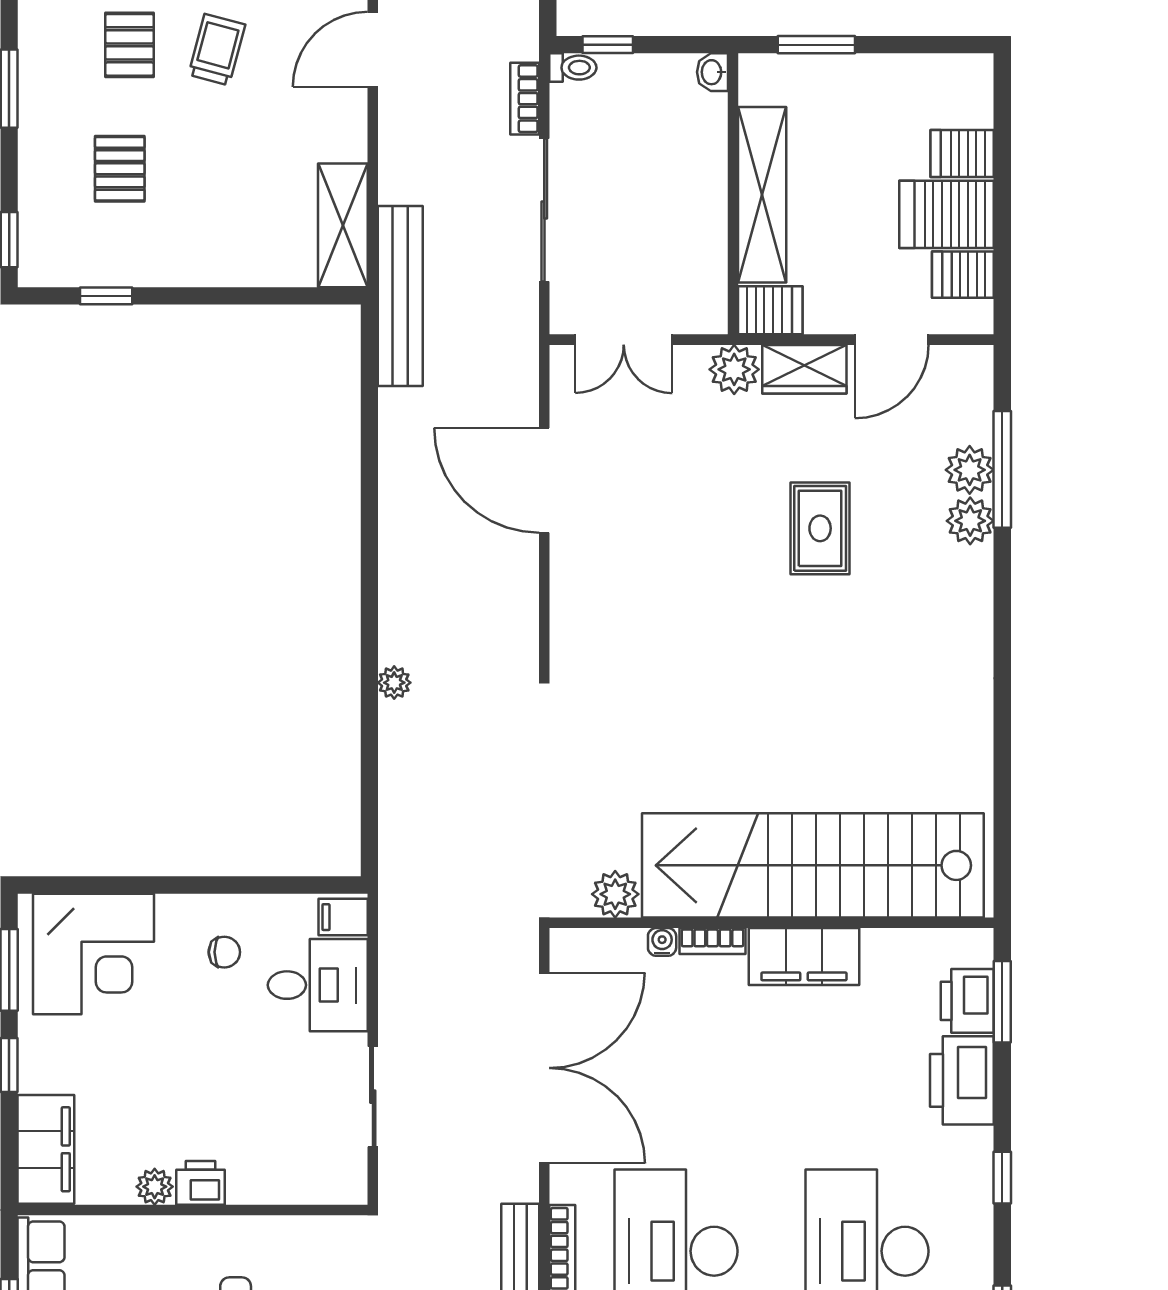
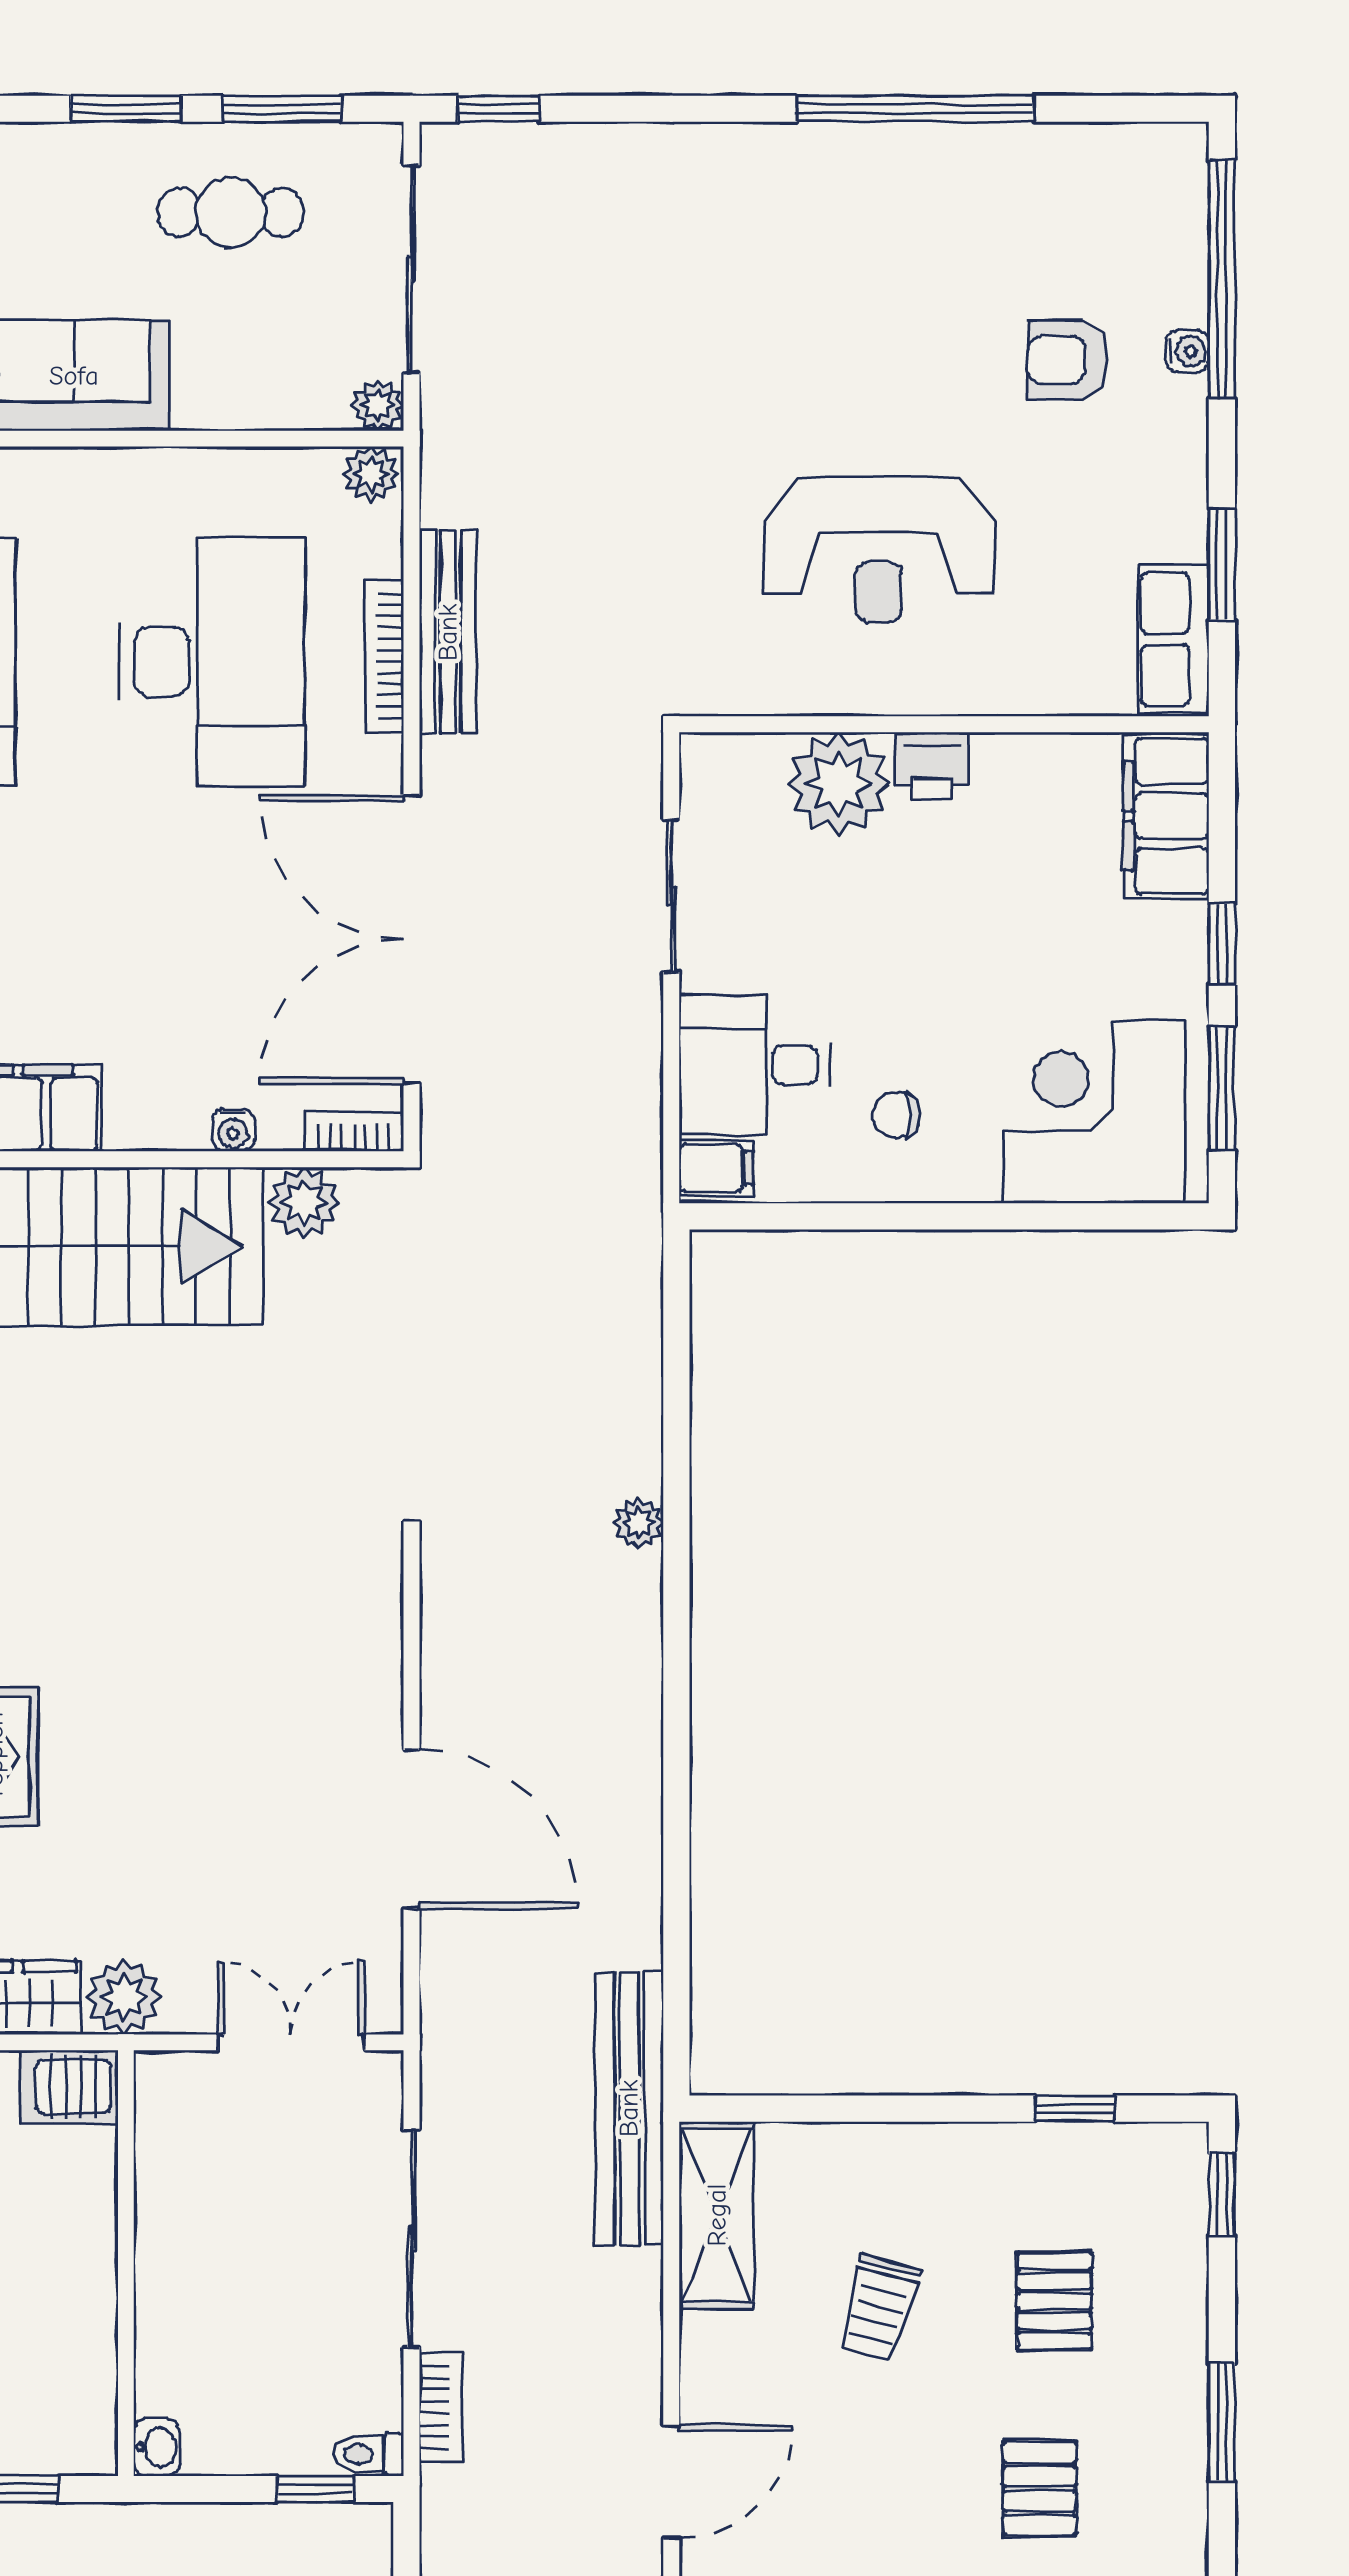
trolley: (217, 50) -> (879, 2308), moved
shelving: (762, 195) -> (82, 2262), removed
bookcase: (712, 941) -> (354, 1132), moved
plant: (155, 1187) -> (839, 784), moved, width x1.87, depth x1.87

